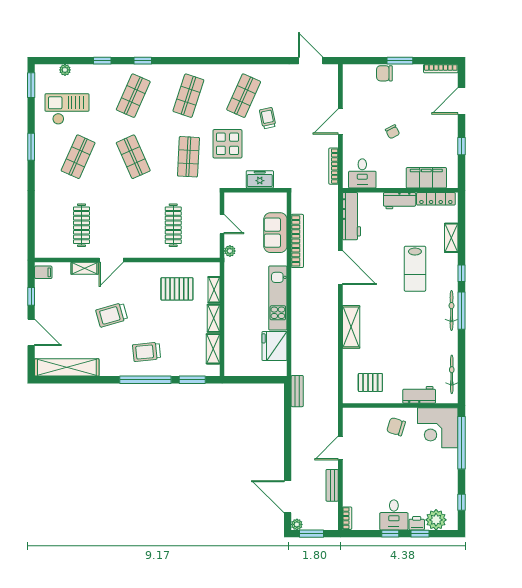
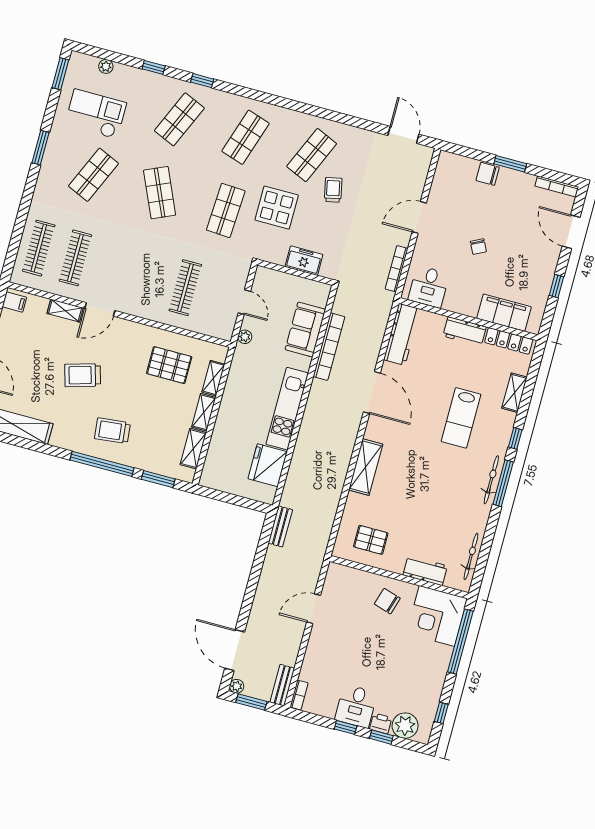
door: (461, 101) -> (571, 232), hinge flipped
clothes rail: (51, 225) -> (39, 248), added
bench: (332, 485) -> (282, 685), moved

